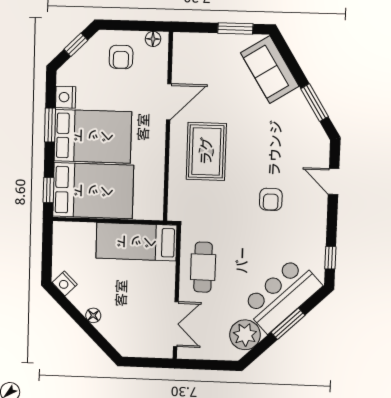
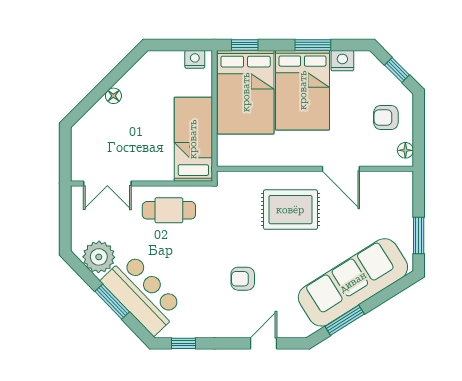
sofa: (270, 70) -> (353, 282), width x1.85, depth x1.27
nightstand: (65, 283) -> (195, 59), moved, turned 45

